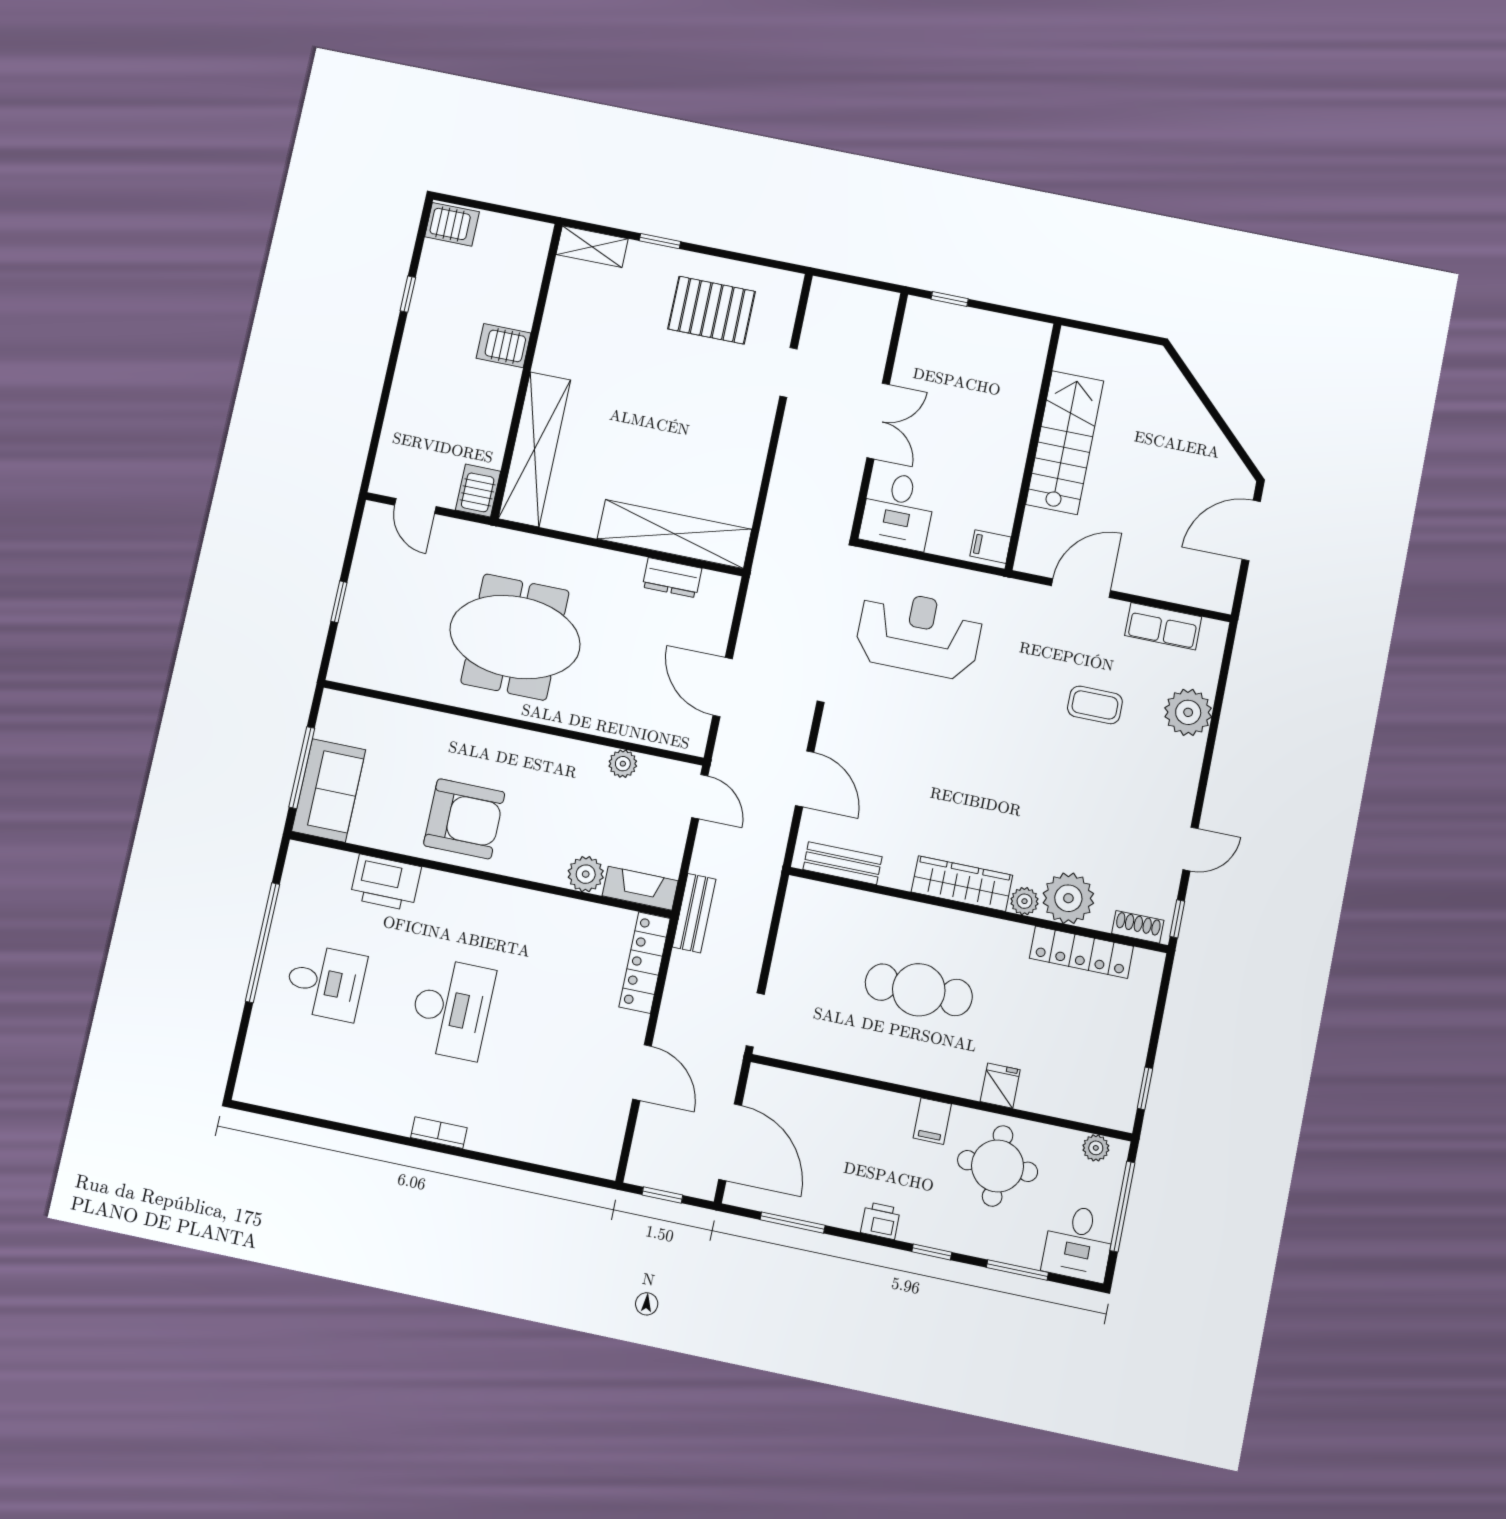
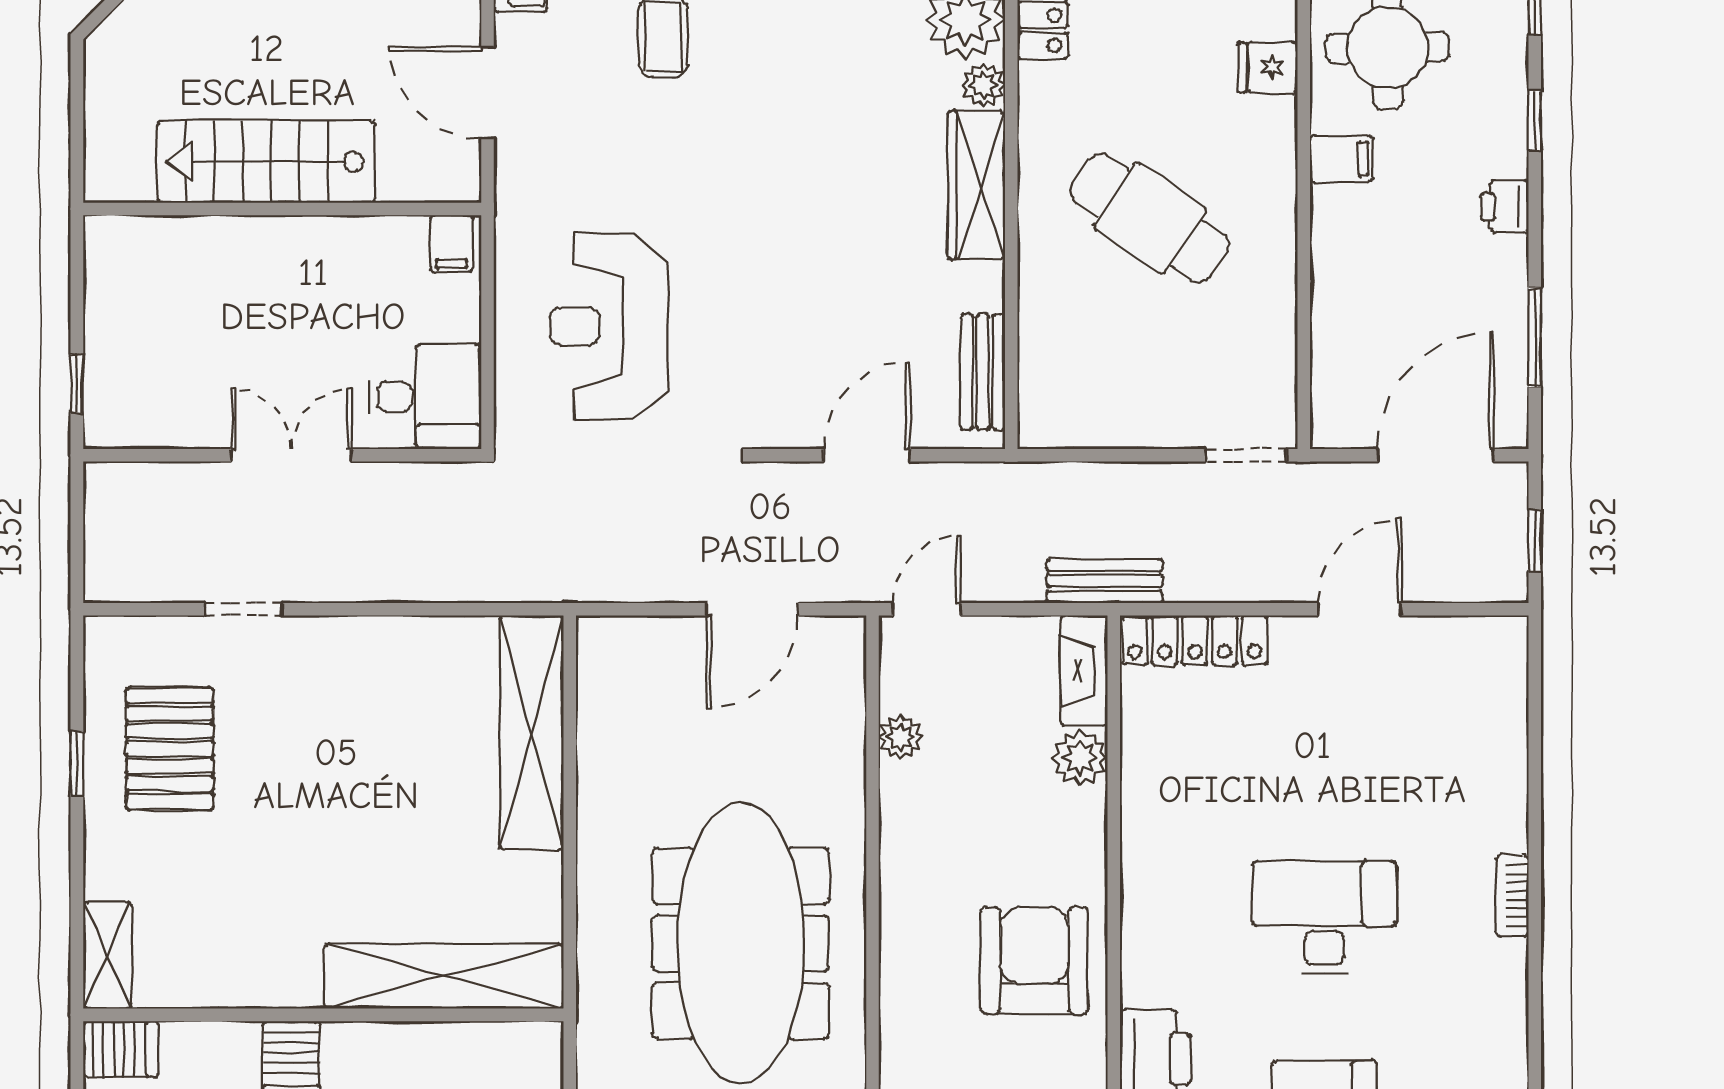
window: (660, 241) -> (77, 763), moved
server rack: (478, 491) -> (121, 1049), moved, turned 180
dresser: (672, 578) -> (600, 722), removed
meeting table: (515, 637) -> (741, 943), width x1.36
cafe table: (919, 990) -> (1150, 218), turned -56

